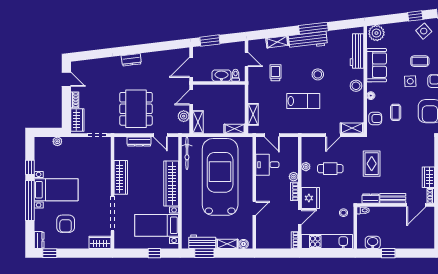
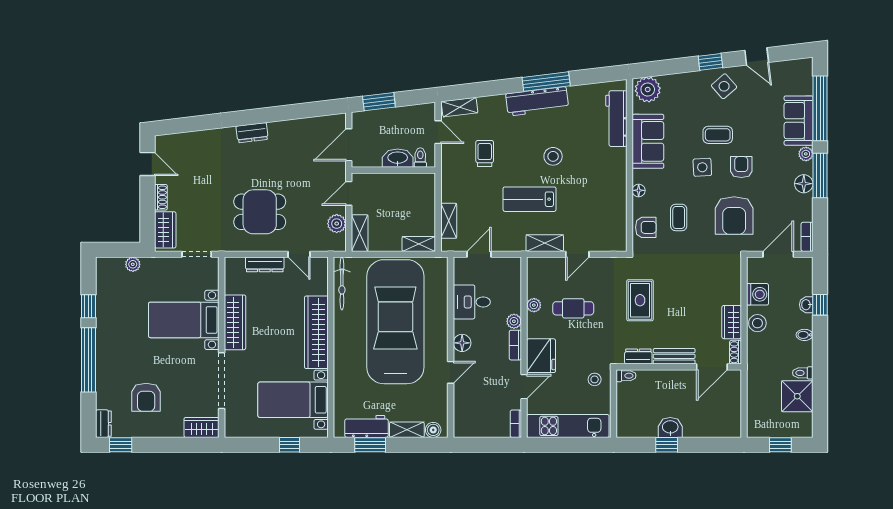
shelving: (277, 42) -> (459, 107), moved
stool: (356, 86) -> (615, 175), removed
lab bench: (303, 101) -> (530, 199), turned 180
dining table: (136, 109) -> (260, 212), width x0.73
shelving: (352, 128) -> (545, 243), moved
door: (272, 135) -> (479, 254), swing flipped
bed with nightstands: (56, 190) -> (184, 320), moved, turned 180
floor lamp: (261, 190) -> (462, 343), added
washbasin: (373, 242) -> (670, 427), moved

